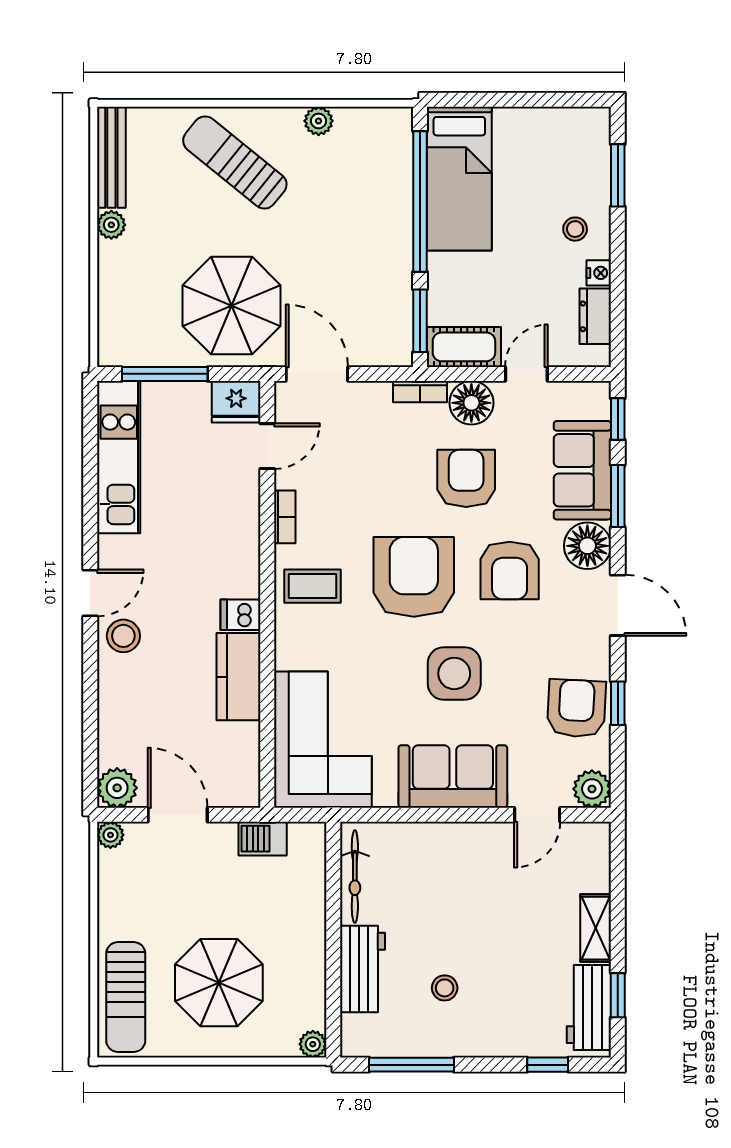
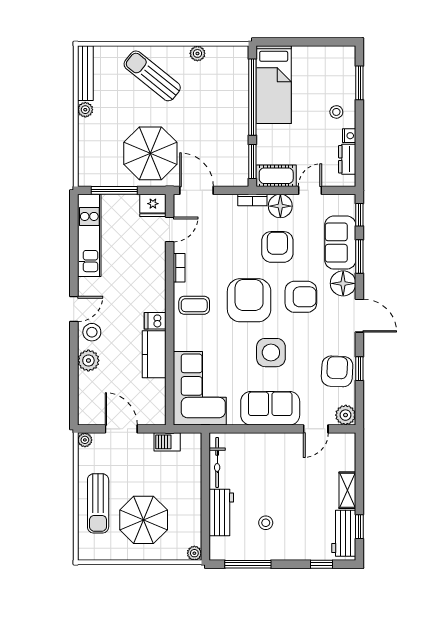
armchair: (510, 570) -> (301, 297), turned -90
plant: (117, 788) -> (88, 361), moved
sun lounger: (126, 997) -> (98, 503), moved

